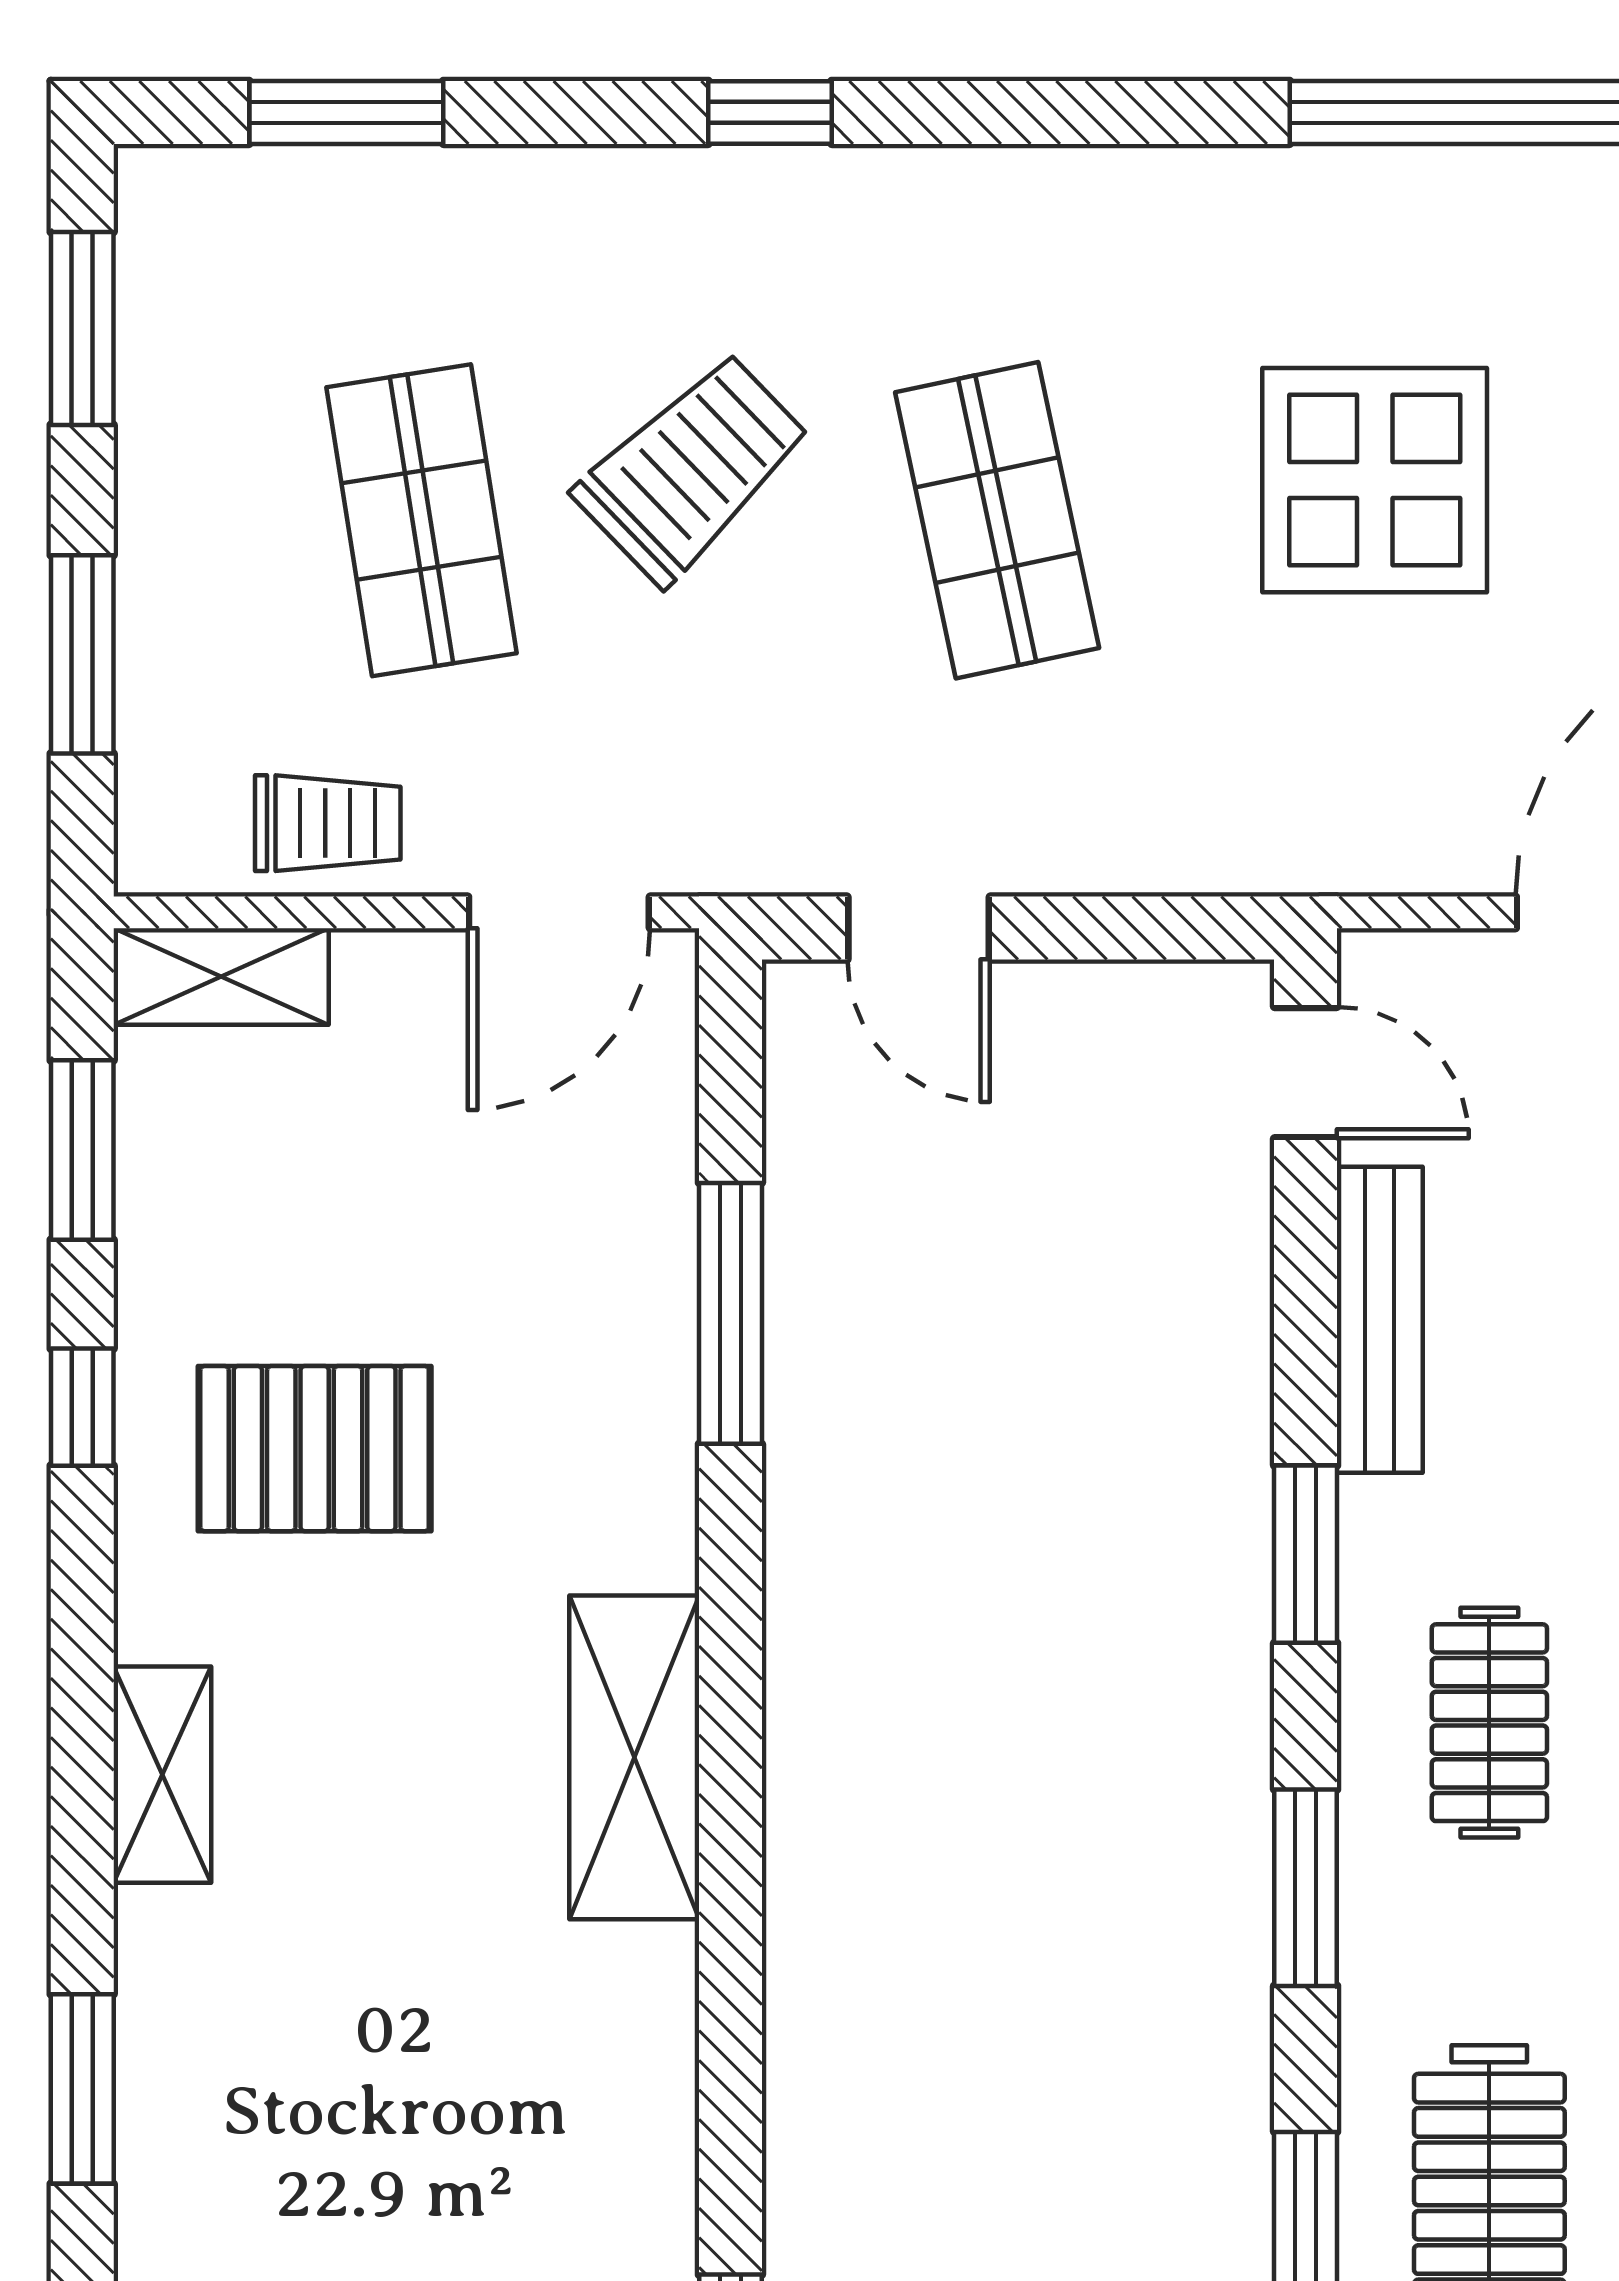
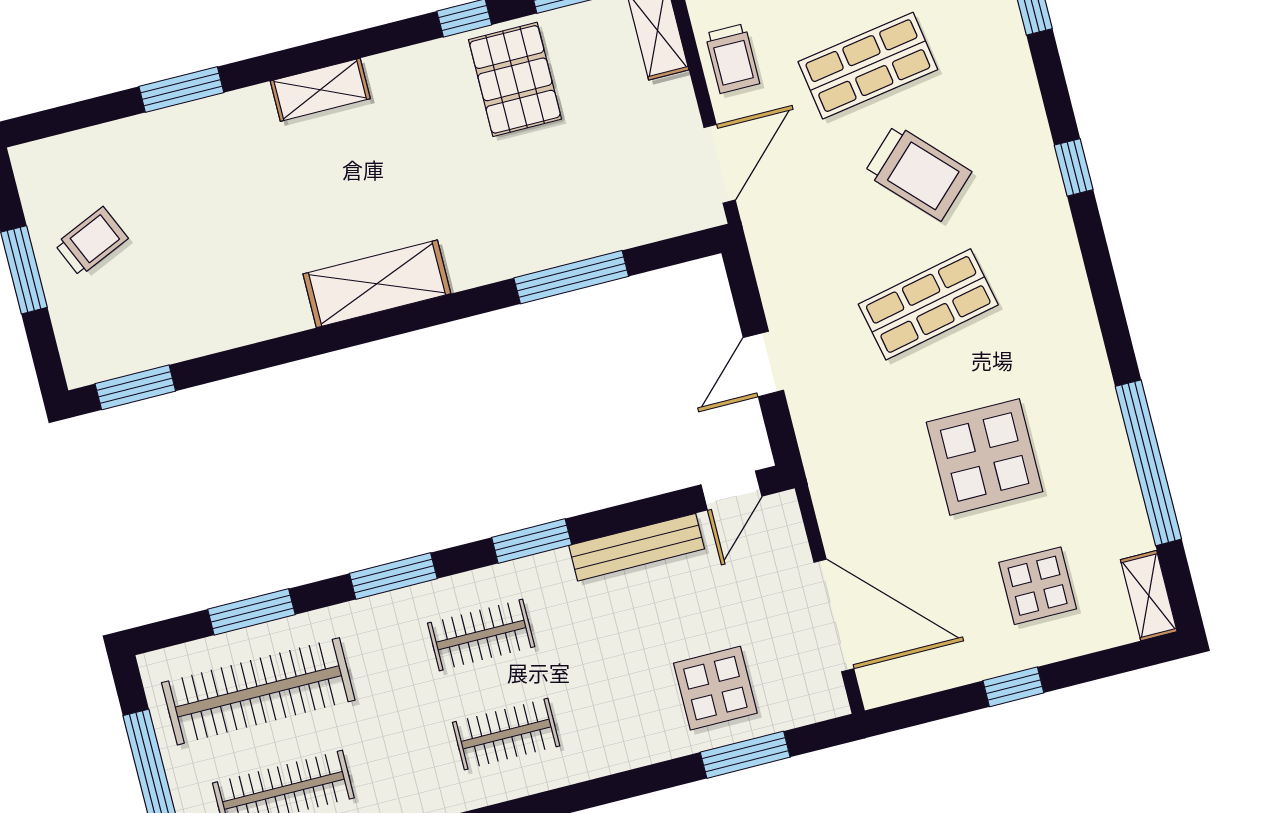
door: (559, 912) -> (720, 164), swing flipped
door: (919, 928) -> (763, 364), moved
pallet: (315, 1449) -> (515, 79), moved

